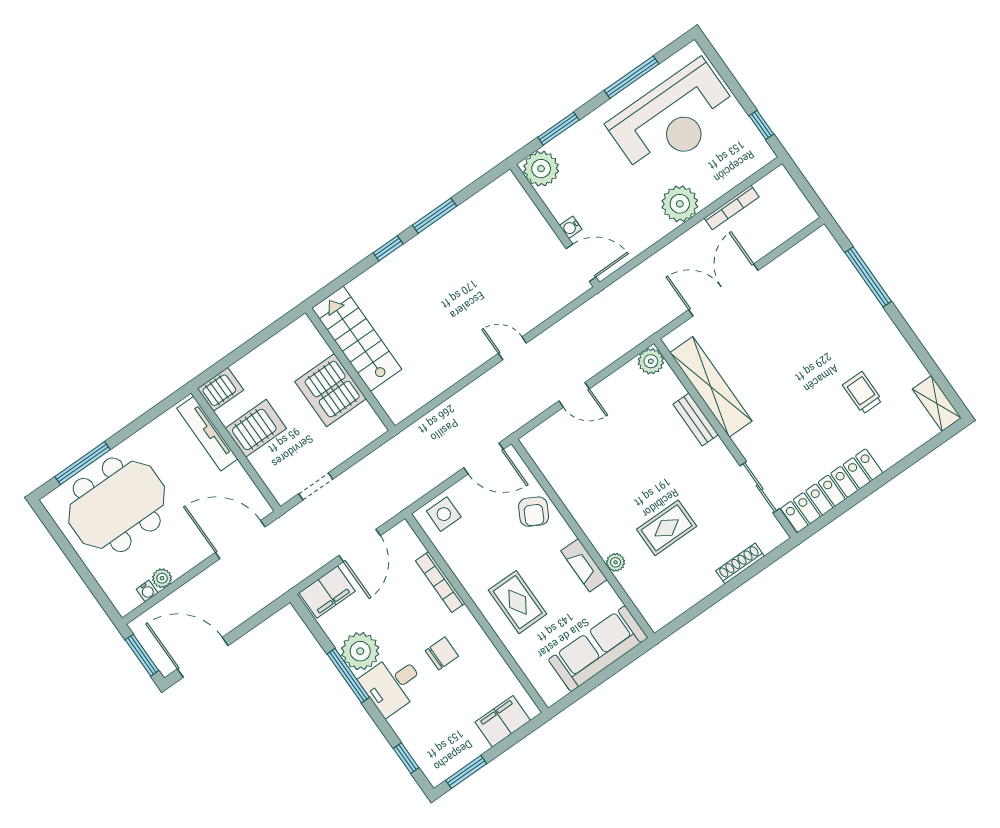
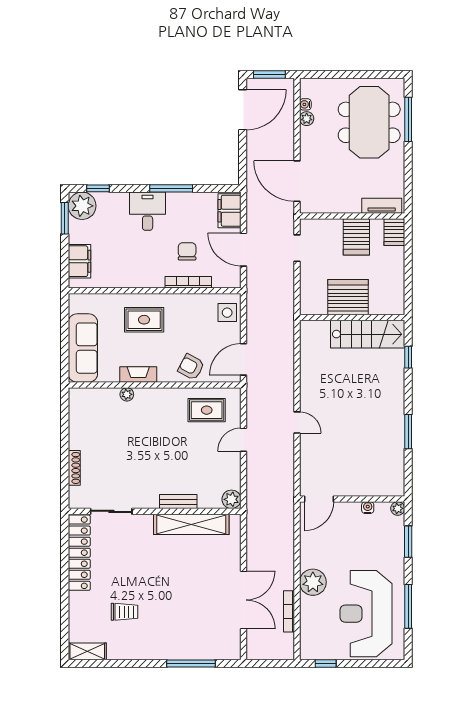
plant: (541, 169) -> (398, 508), width x0.53, depth x0.53
water cooler: (571, 227) -> (368, 508), moved
window: (388, 248) -> (408, 357), moved
double door: (723, 290) -> (244, 600), moved
door: (512, 348) -> (297, 423), hinge flipped
tv unit: (207, 434) -> (382, 206), width x0.71
rug: (667, 528) -> (207, 410), moved, turned 90
door: (240, 540) -> (297, 181), swing flipped
plant: (360, 651) -> (82, 206), moved
chair: (442, 653) -> (187, 251), moved, turned 180

